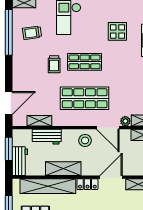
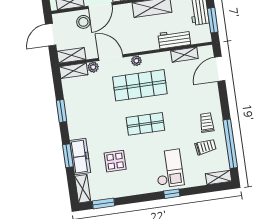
trolley: (54, 64) -> (207, 123), moved
plant: (85, 121) -> (136, 61), added
stool: (85, 140) -> (83, 22), moved

